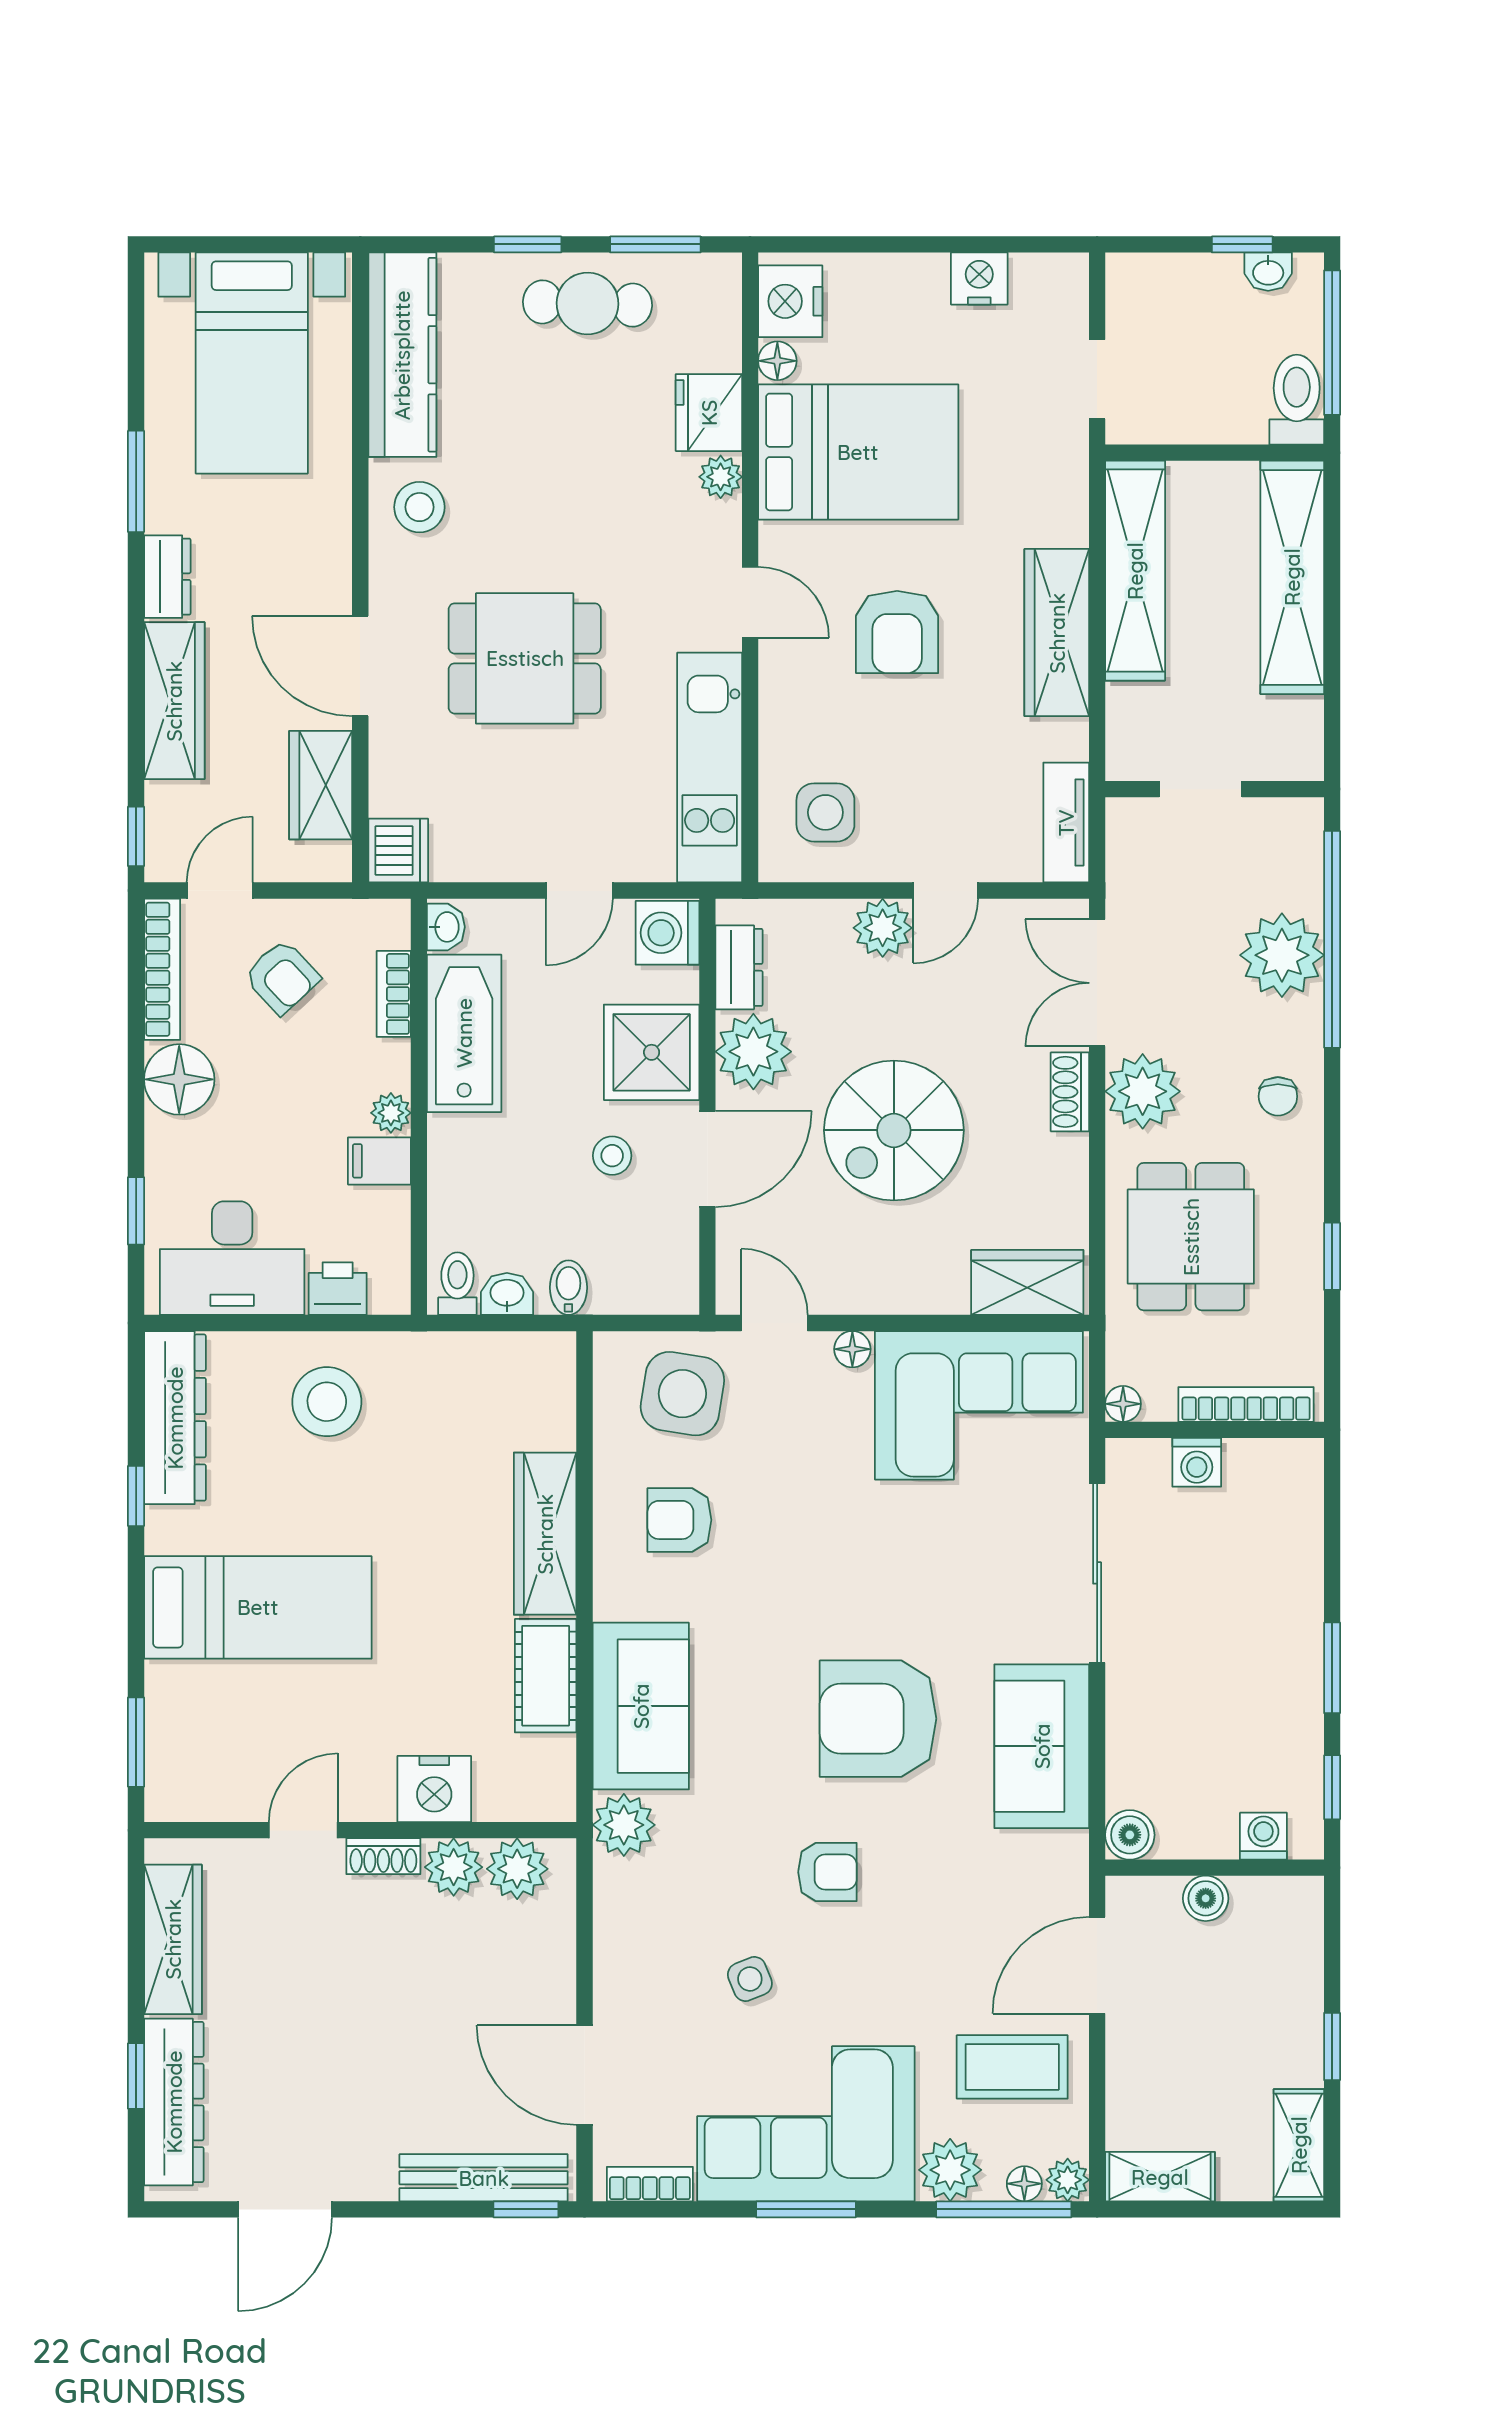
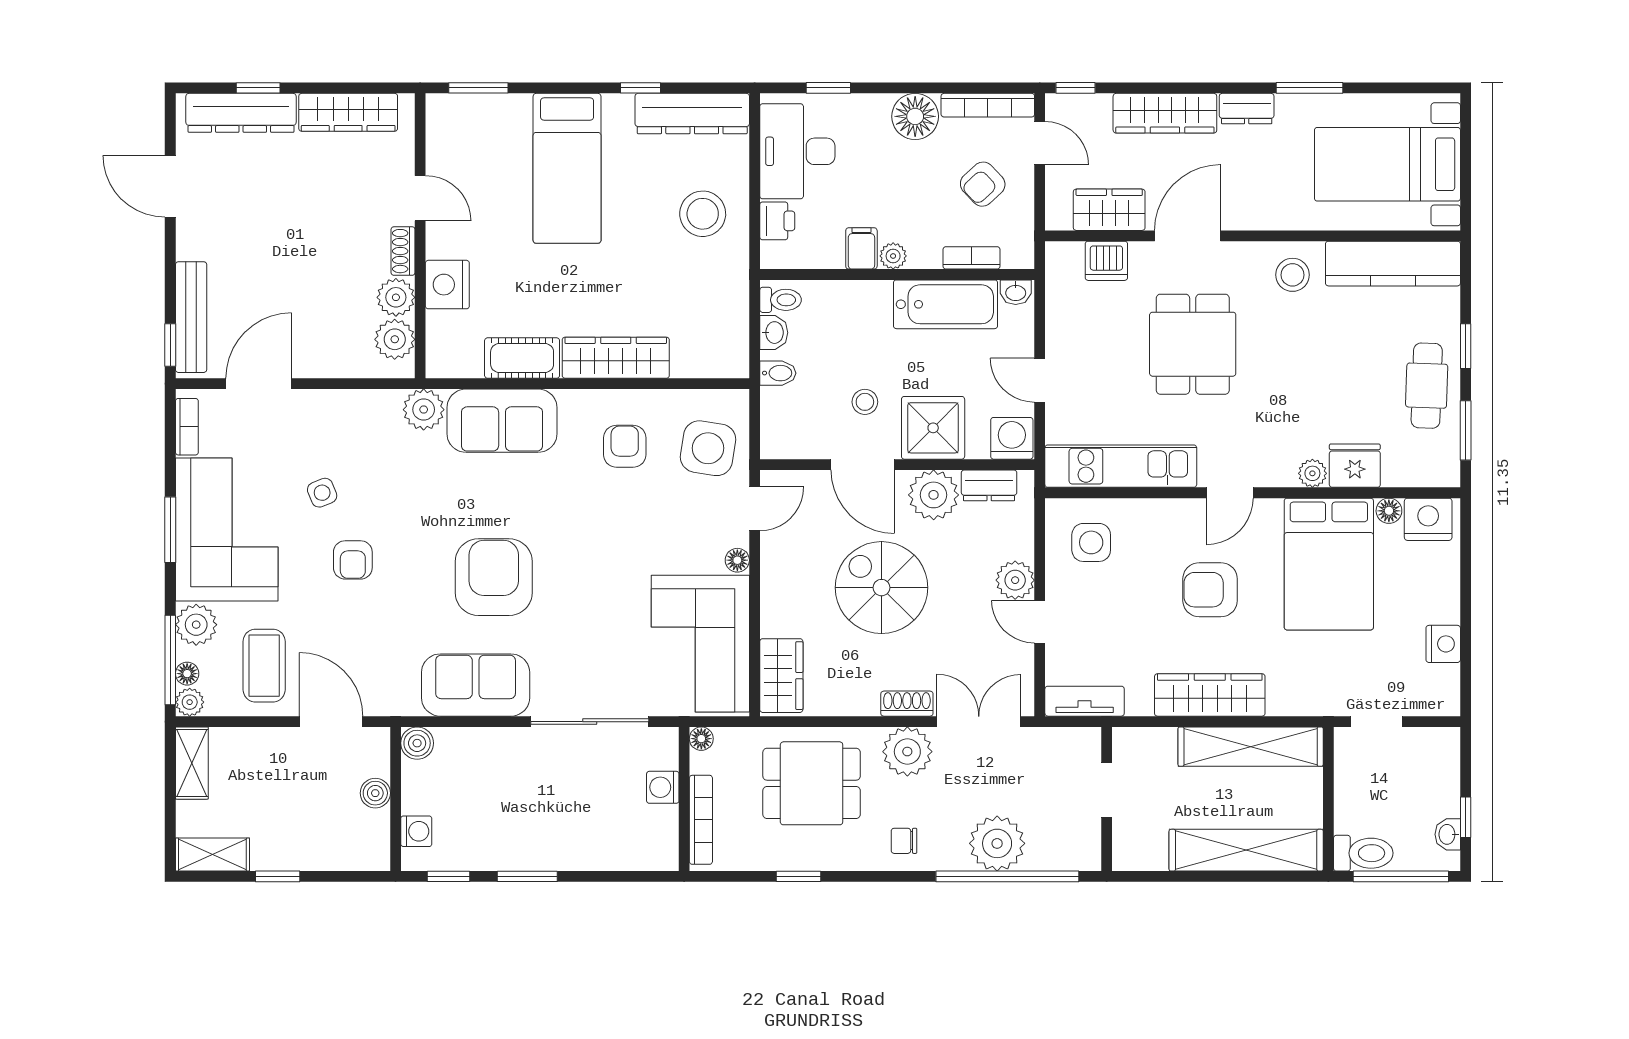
dishwasher: (398, 851) -> (1106, 261), moved
armchair: (827, 1872) -> (353, 560), moved

